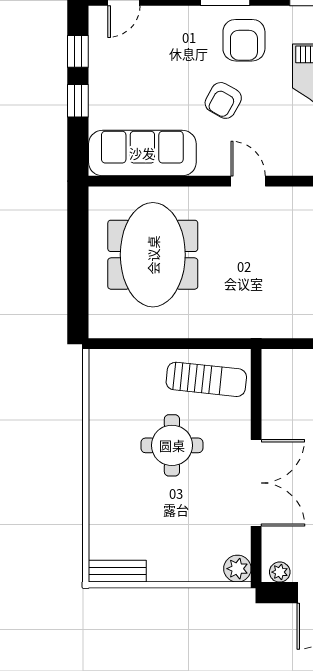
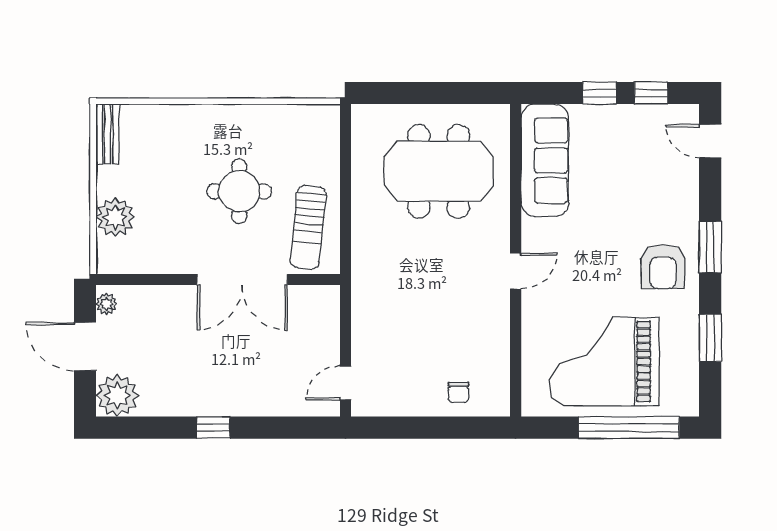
armchair: (244, 40) -> (663, 267), turned -90
armchair: (223, 100) -> (600, 245), removed
double door: (256, 483) -> (242, 279), moved
plant: (237, 569) -> (115, 217), moved, width x1.36, depth x1.36

